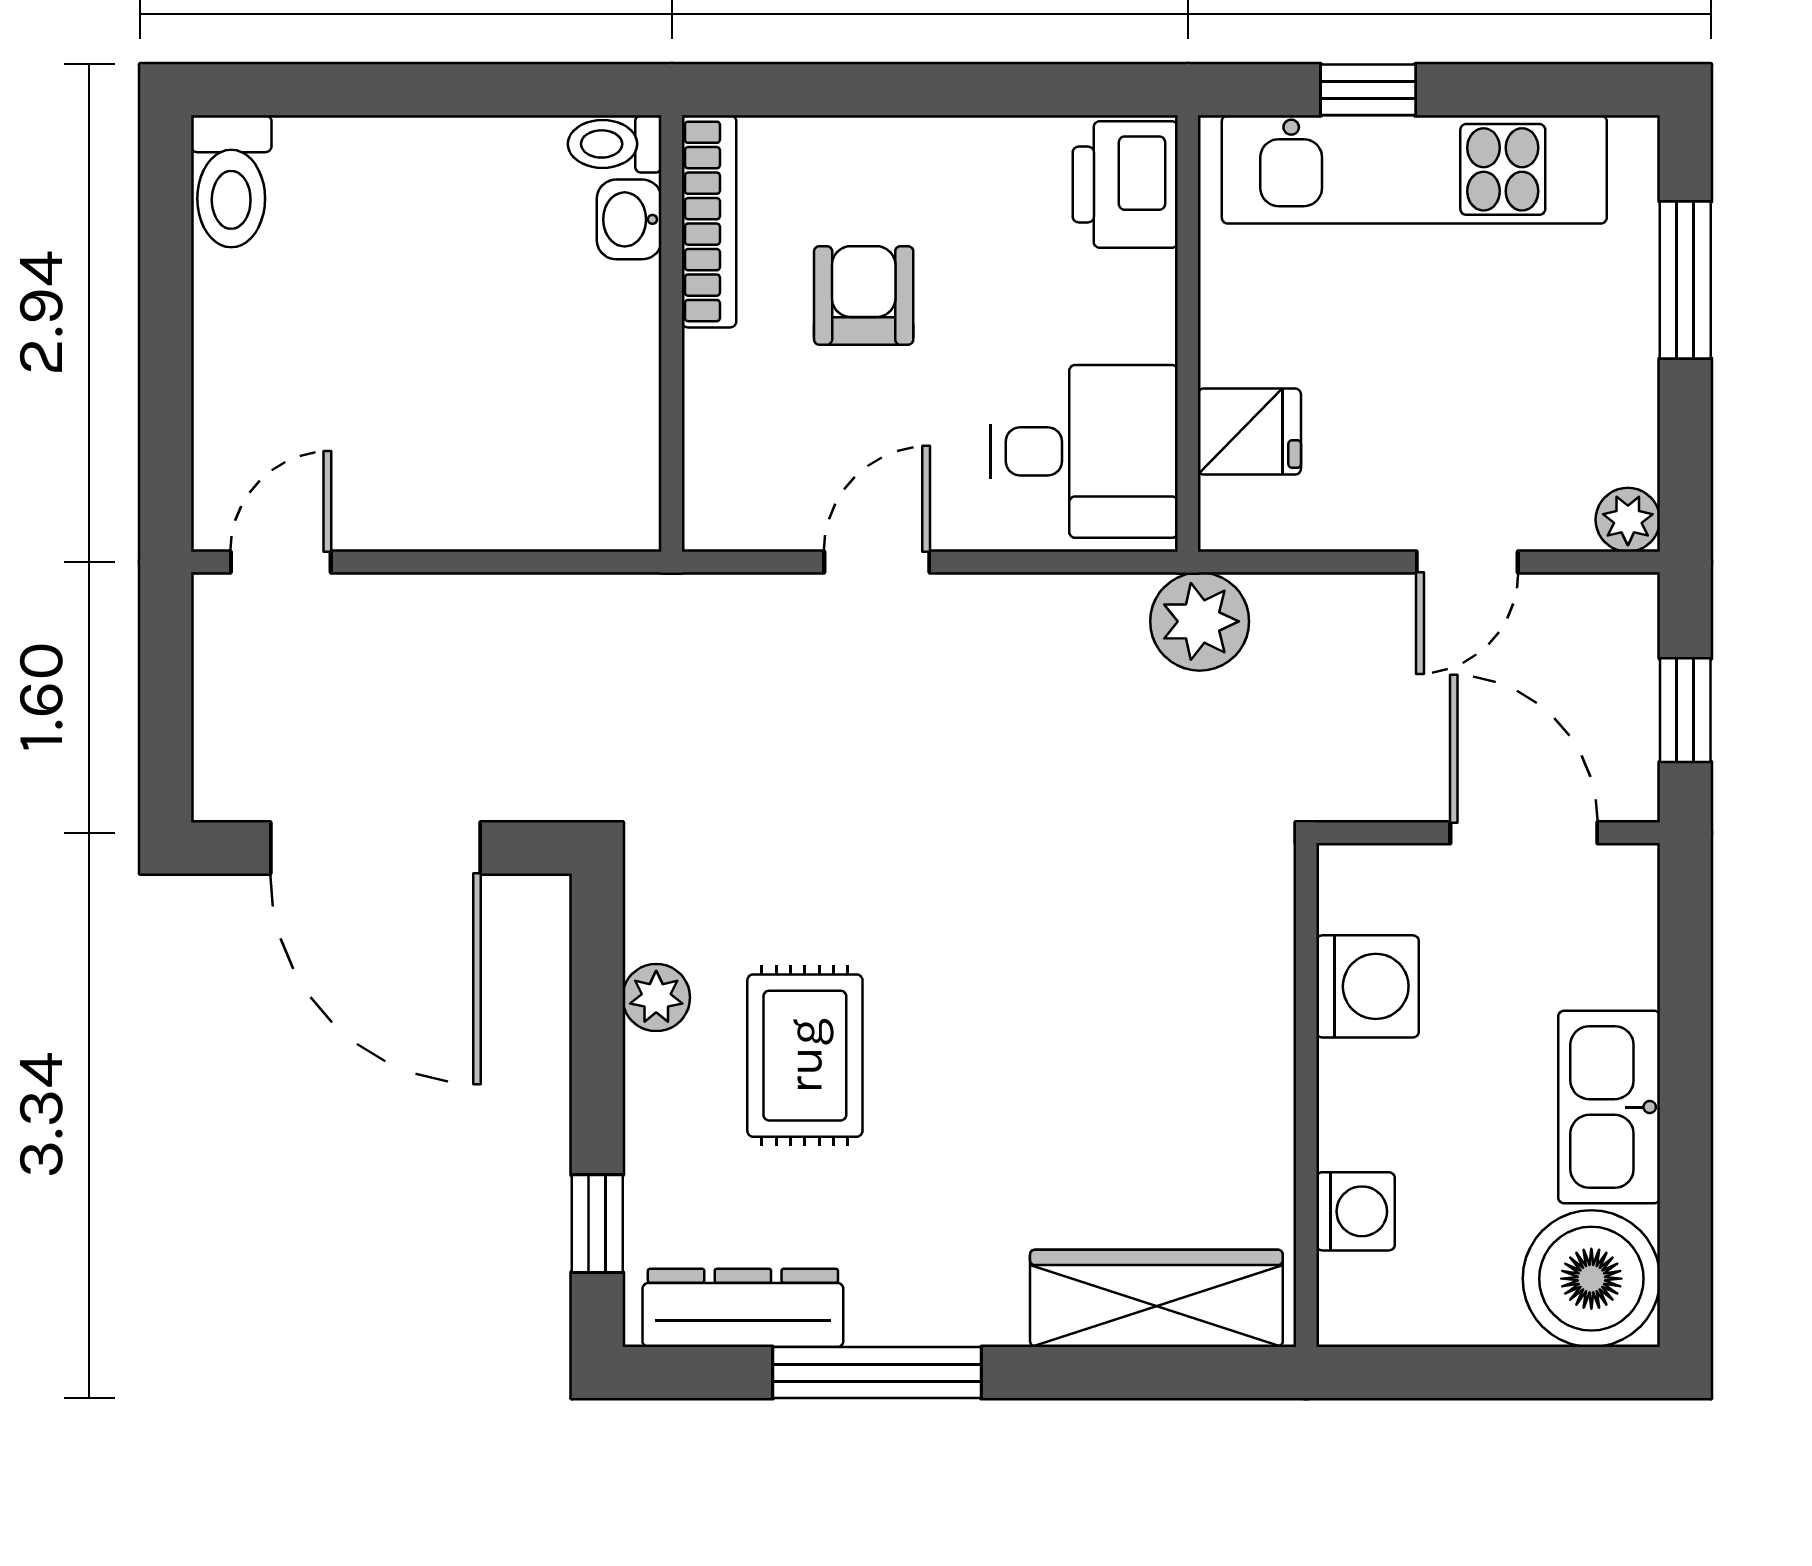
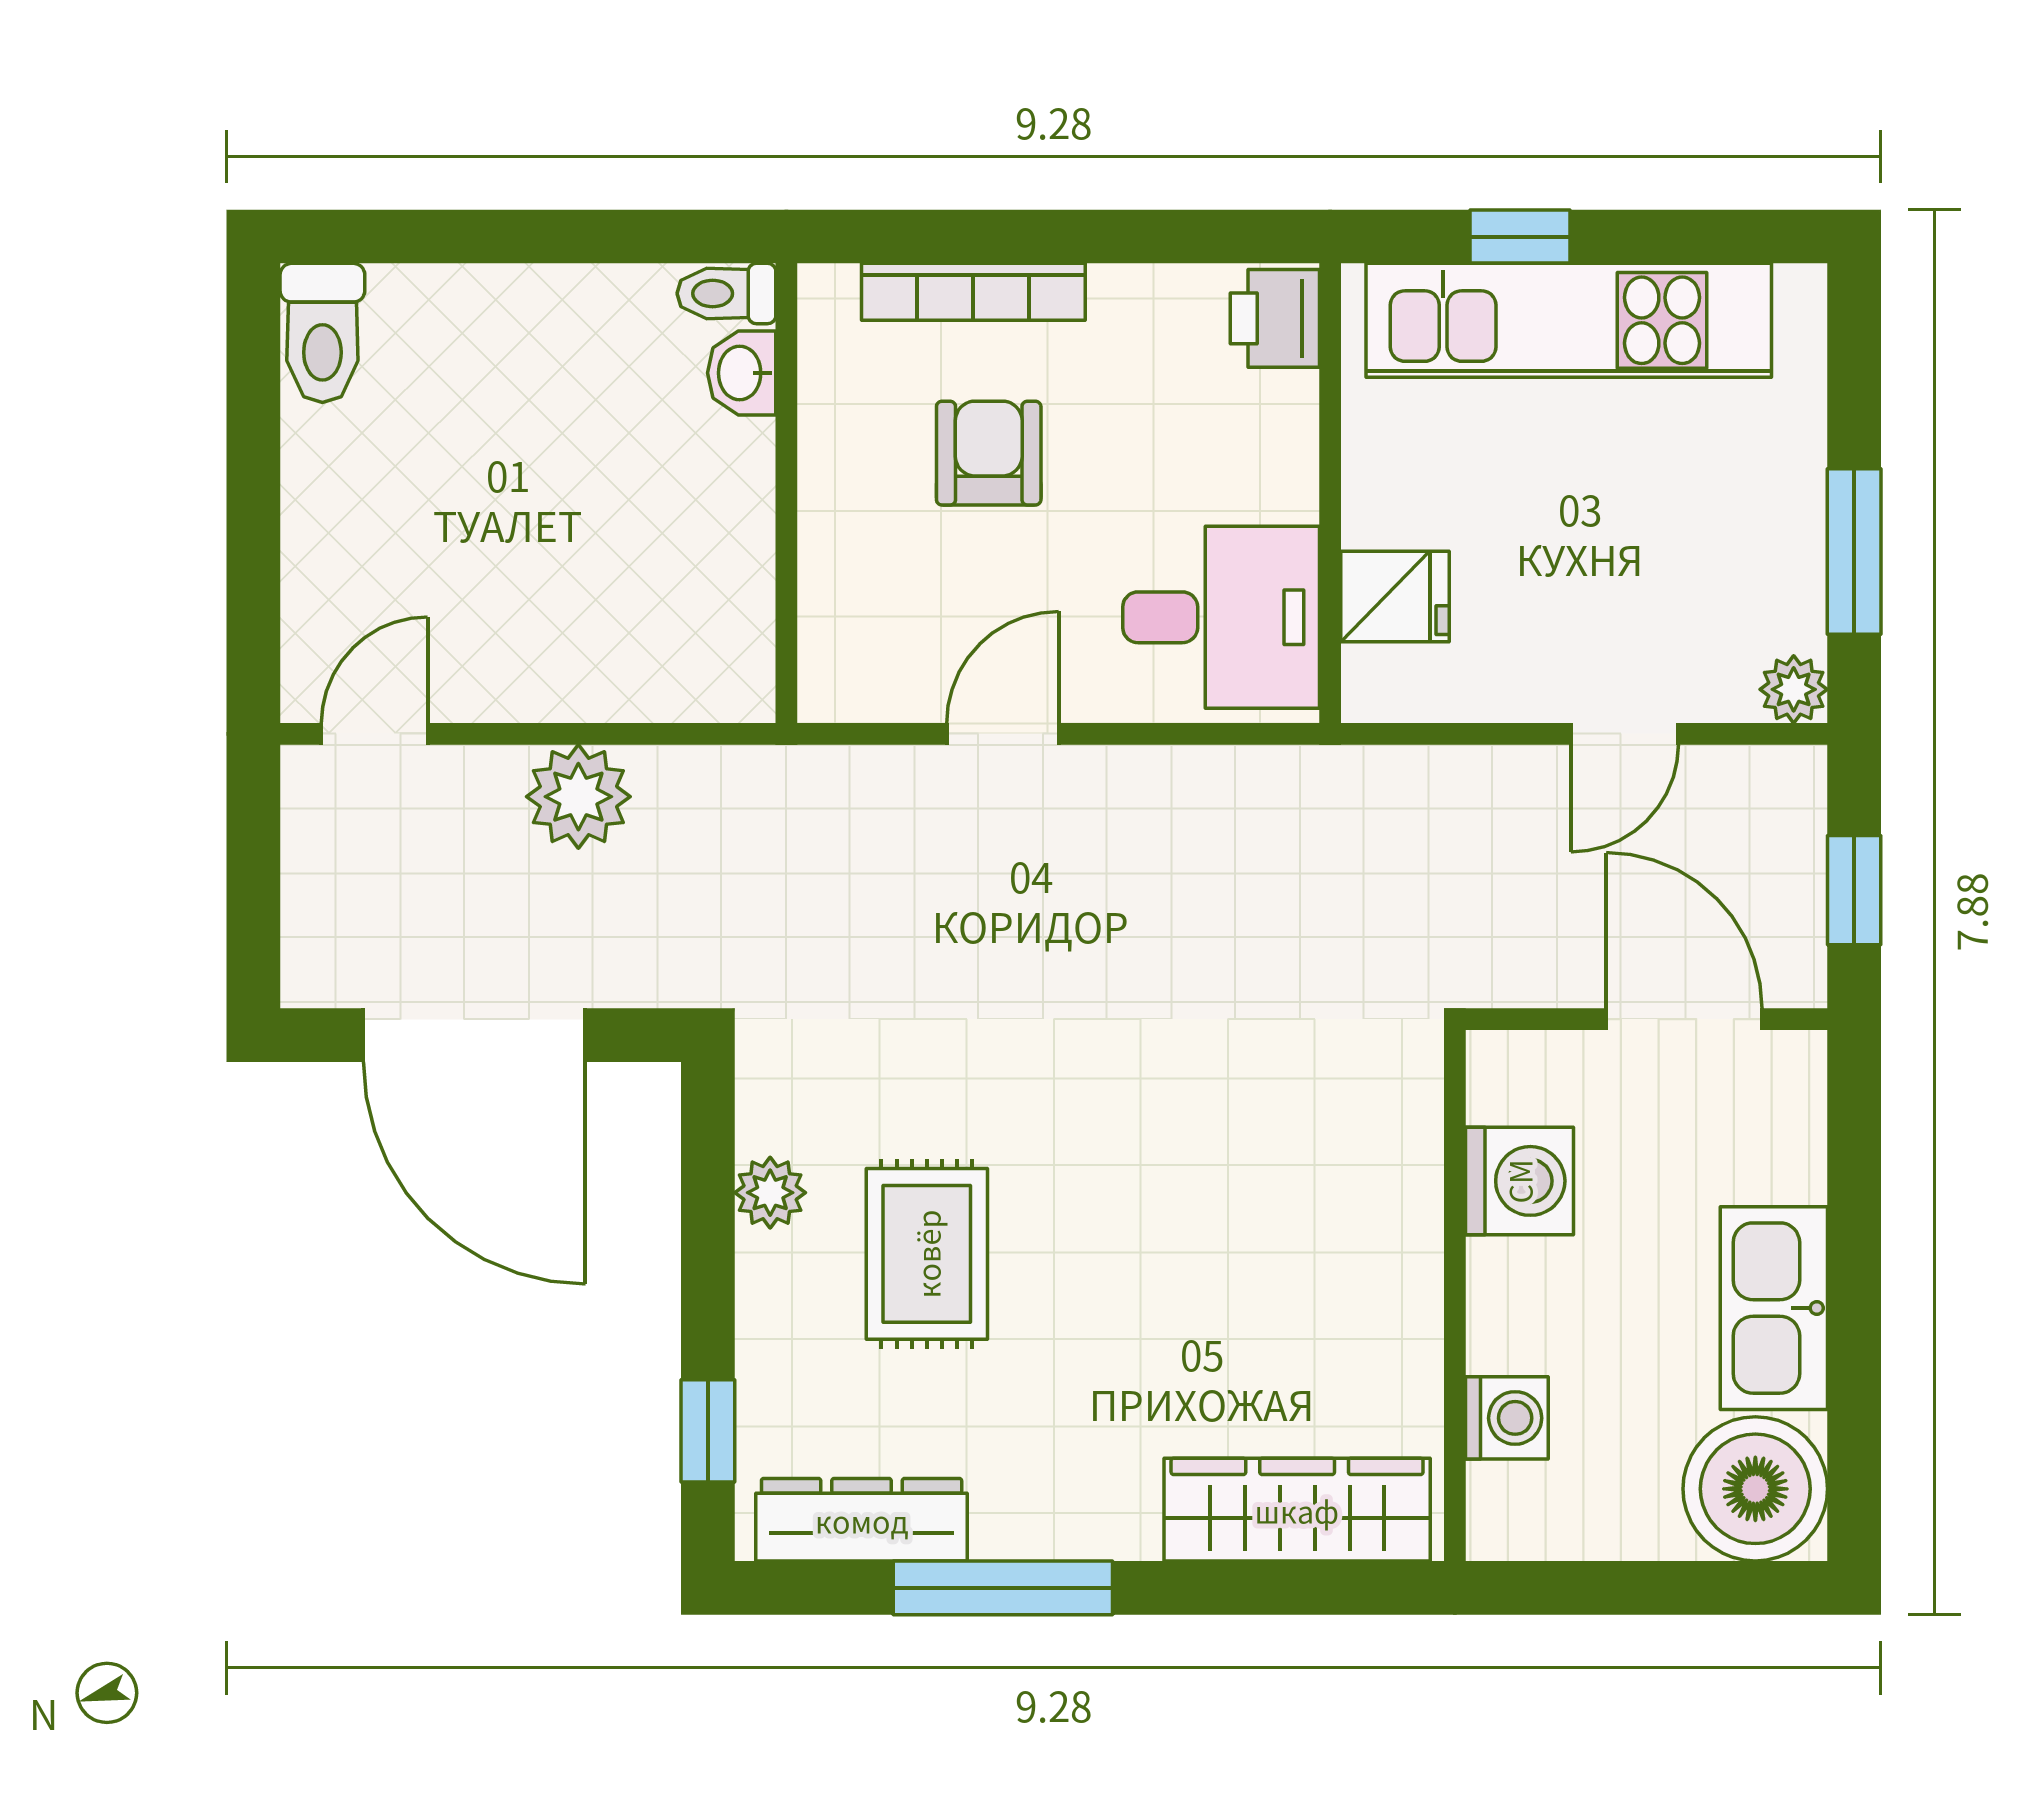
printer: (1125, 184) -> (1275, 318), width x0.73, depth x0.81
bookcase: (709, 221) -> (973, 292), moved, turned 90
window: (1685, 280) -> (1854, 552), moved
plant: (1200, 621) -> (578, 797), moved

